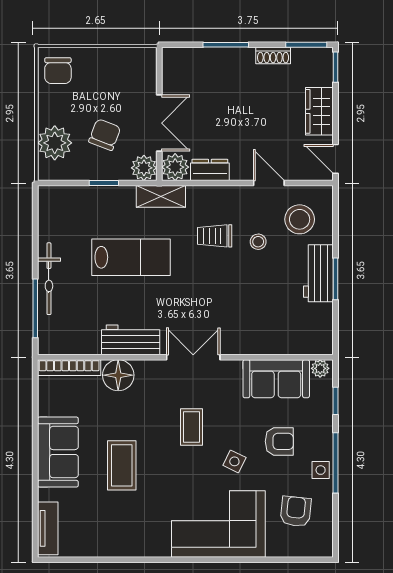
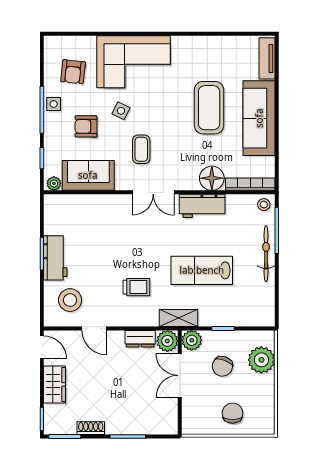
chair: (58, 71) -> (233, 413), moved
stool: (258, 242) -> (264, 205), moved
coffee table: (191, 427) -> (141, 149), moved
sofa: (58, 452) -> (259, 118), width x1.36
coffee table: (122, 465) -> (209, 108), width x1.36, depth x1.32

